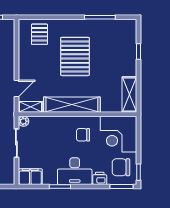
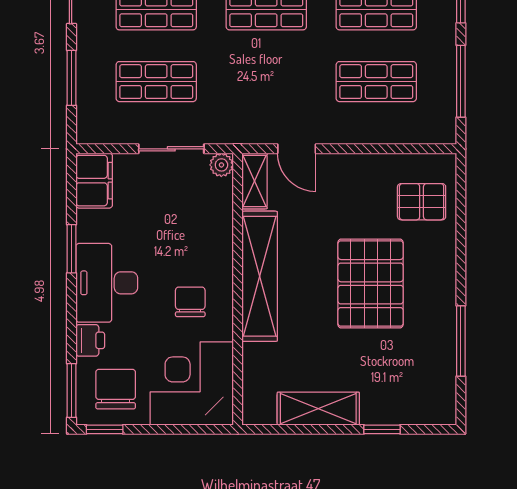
pallet: (75, 56) -> (371, 284), turned 90
shelving: (129, 94) -> (318, 409), moved

